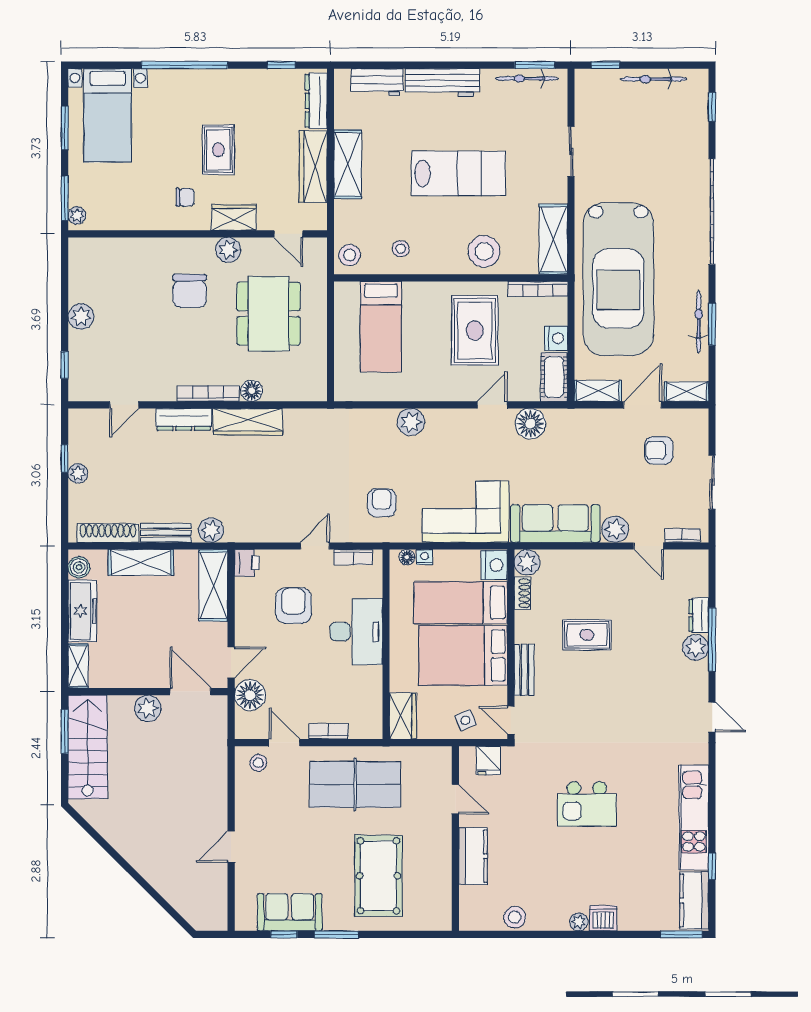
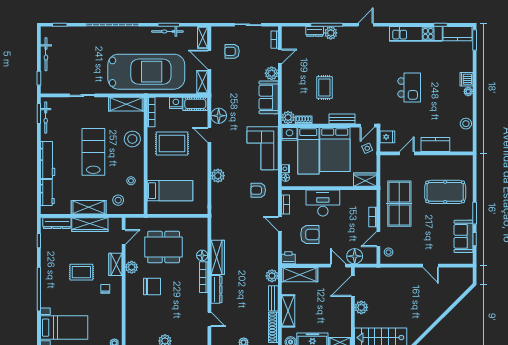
stool: (350, 255) -> (118, 200), moved
armchair: (659, 450) -> (232, 51), turned 90
sofa: (555, 524) -> (269, 97), width x0.73
armchair: (293, 606) -> (310, 234), turned 180

